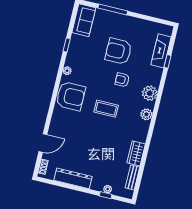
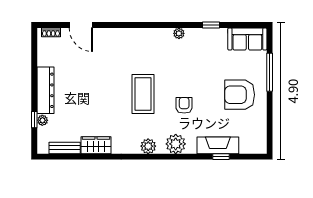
armchair: (118, 51) -> (240, 95), moved, turned -90
fireplace: (161, 51) -> (218, 145), moved
armchair: (71, 96) -> (148, 46), removed
coffee table: (106, 109) -> (143, 94), width x1.36, depth x1.32
dresser: (73, 178) -> (45, 90), moved

